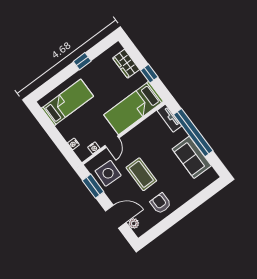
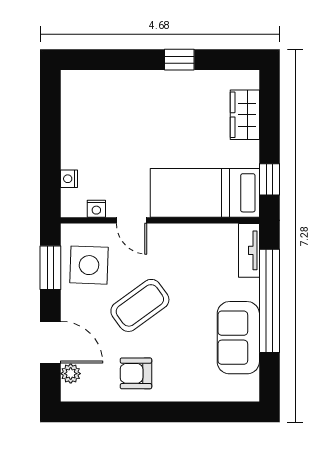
window: (149, 74) -> (269, 179), moved
bed: (68, 102) -> (108, 107), removed
door: (112, 142) -> (132, 220), hinge flipped
coffee table: (141, 174) -> (140, 305), turned 54
armchair: (161, 203) -> (136, 373), turned -90

